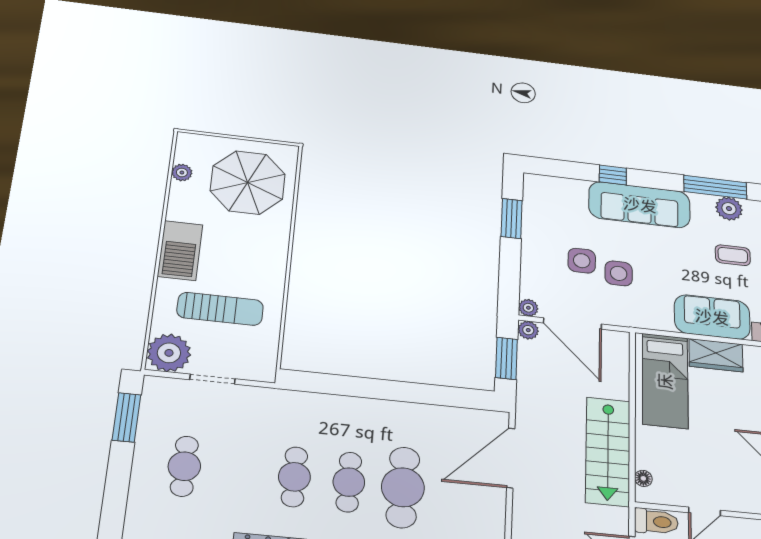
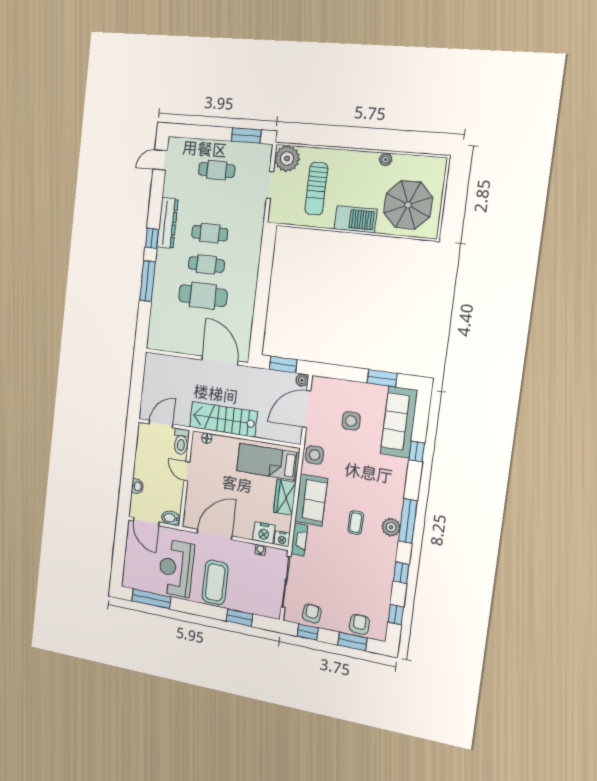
plant: (182, 173) -> (386, 159), moved
sofa: (640, 205) -> (399, 422), moved
barbecue: (180, 251) -> (356, 219), moved, turned 180
side table: (619, 273) -> (315, 455), moved
plant: (528, 308) -> (317, 382), removed

